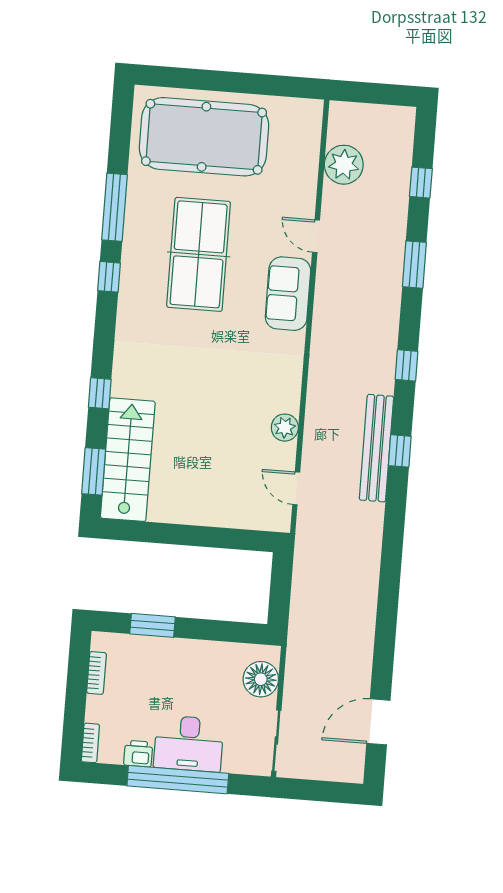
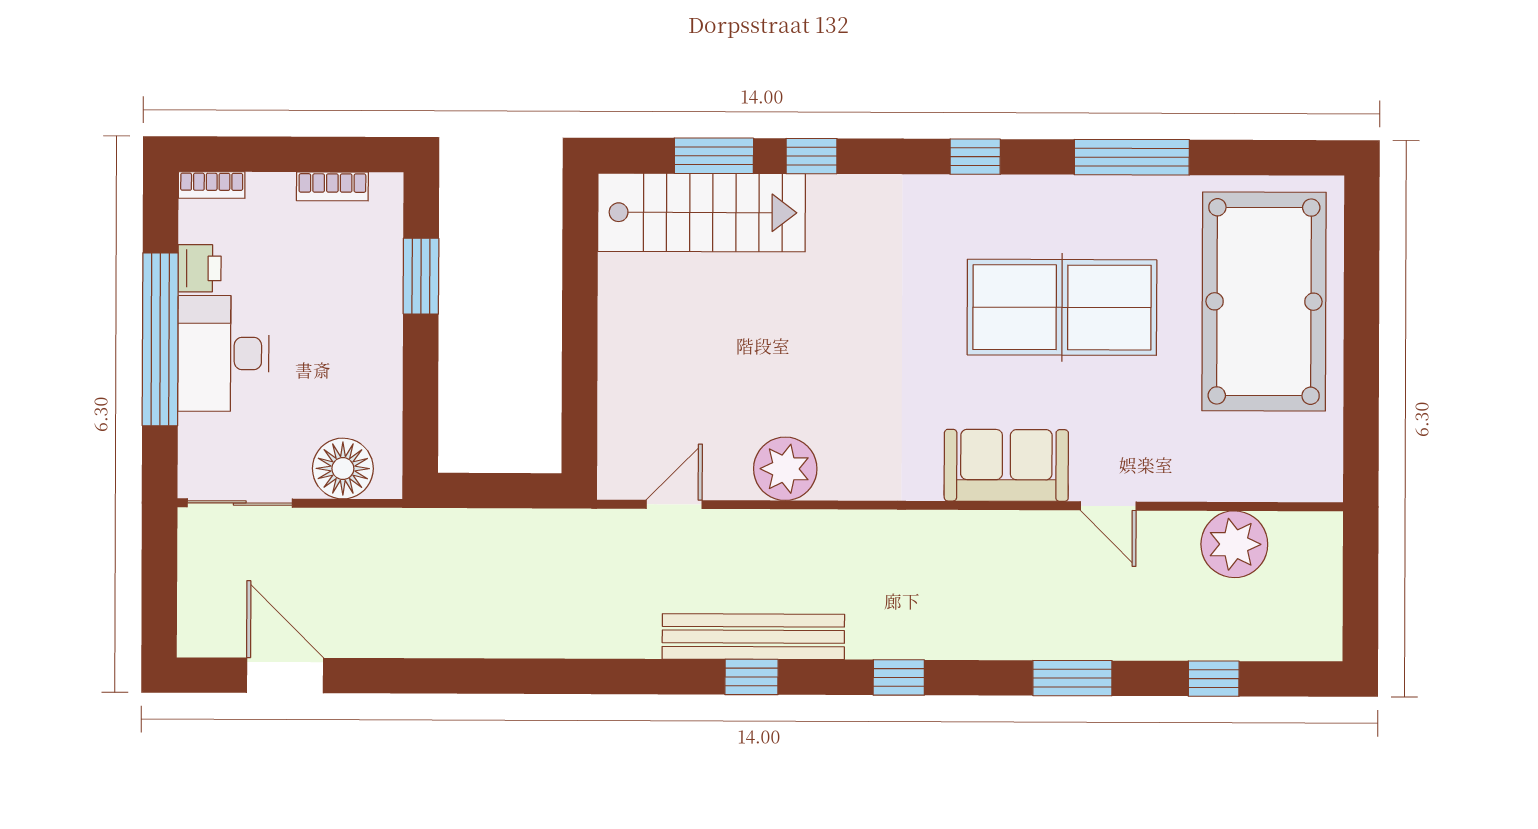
door: (316, 236) -> (1108, 506), swing flipped
window: (109, 277) -> (975, 157), moved
plant: (285, 428) -> (785, 469), width x1.36, depth x1.36
window: (94, 471) -> (714, 156), moved

